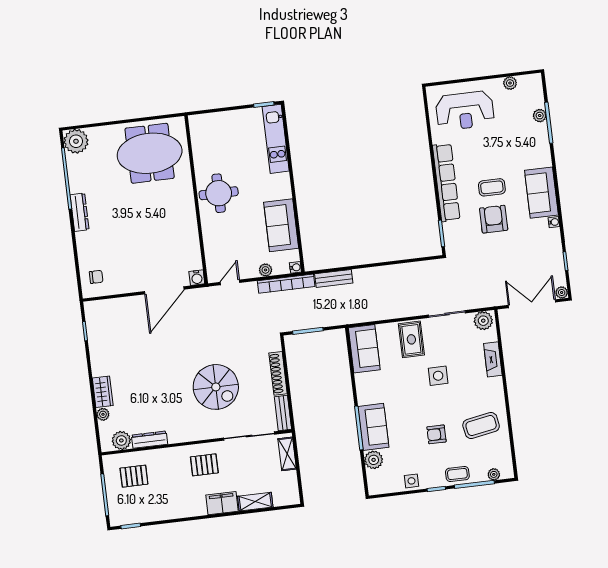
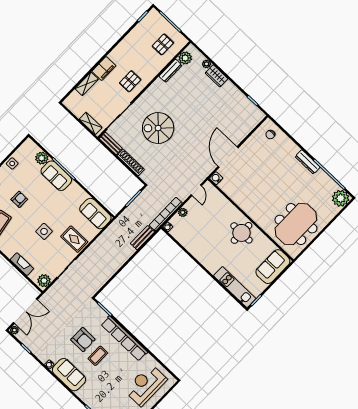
sofa: (281, 225) -> (273, 267), moved, turned -90

